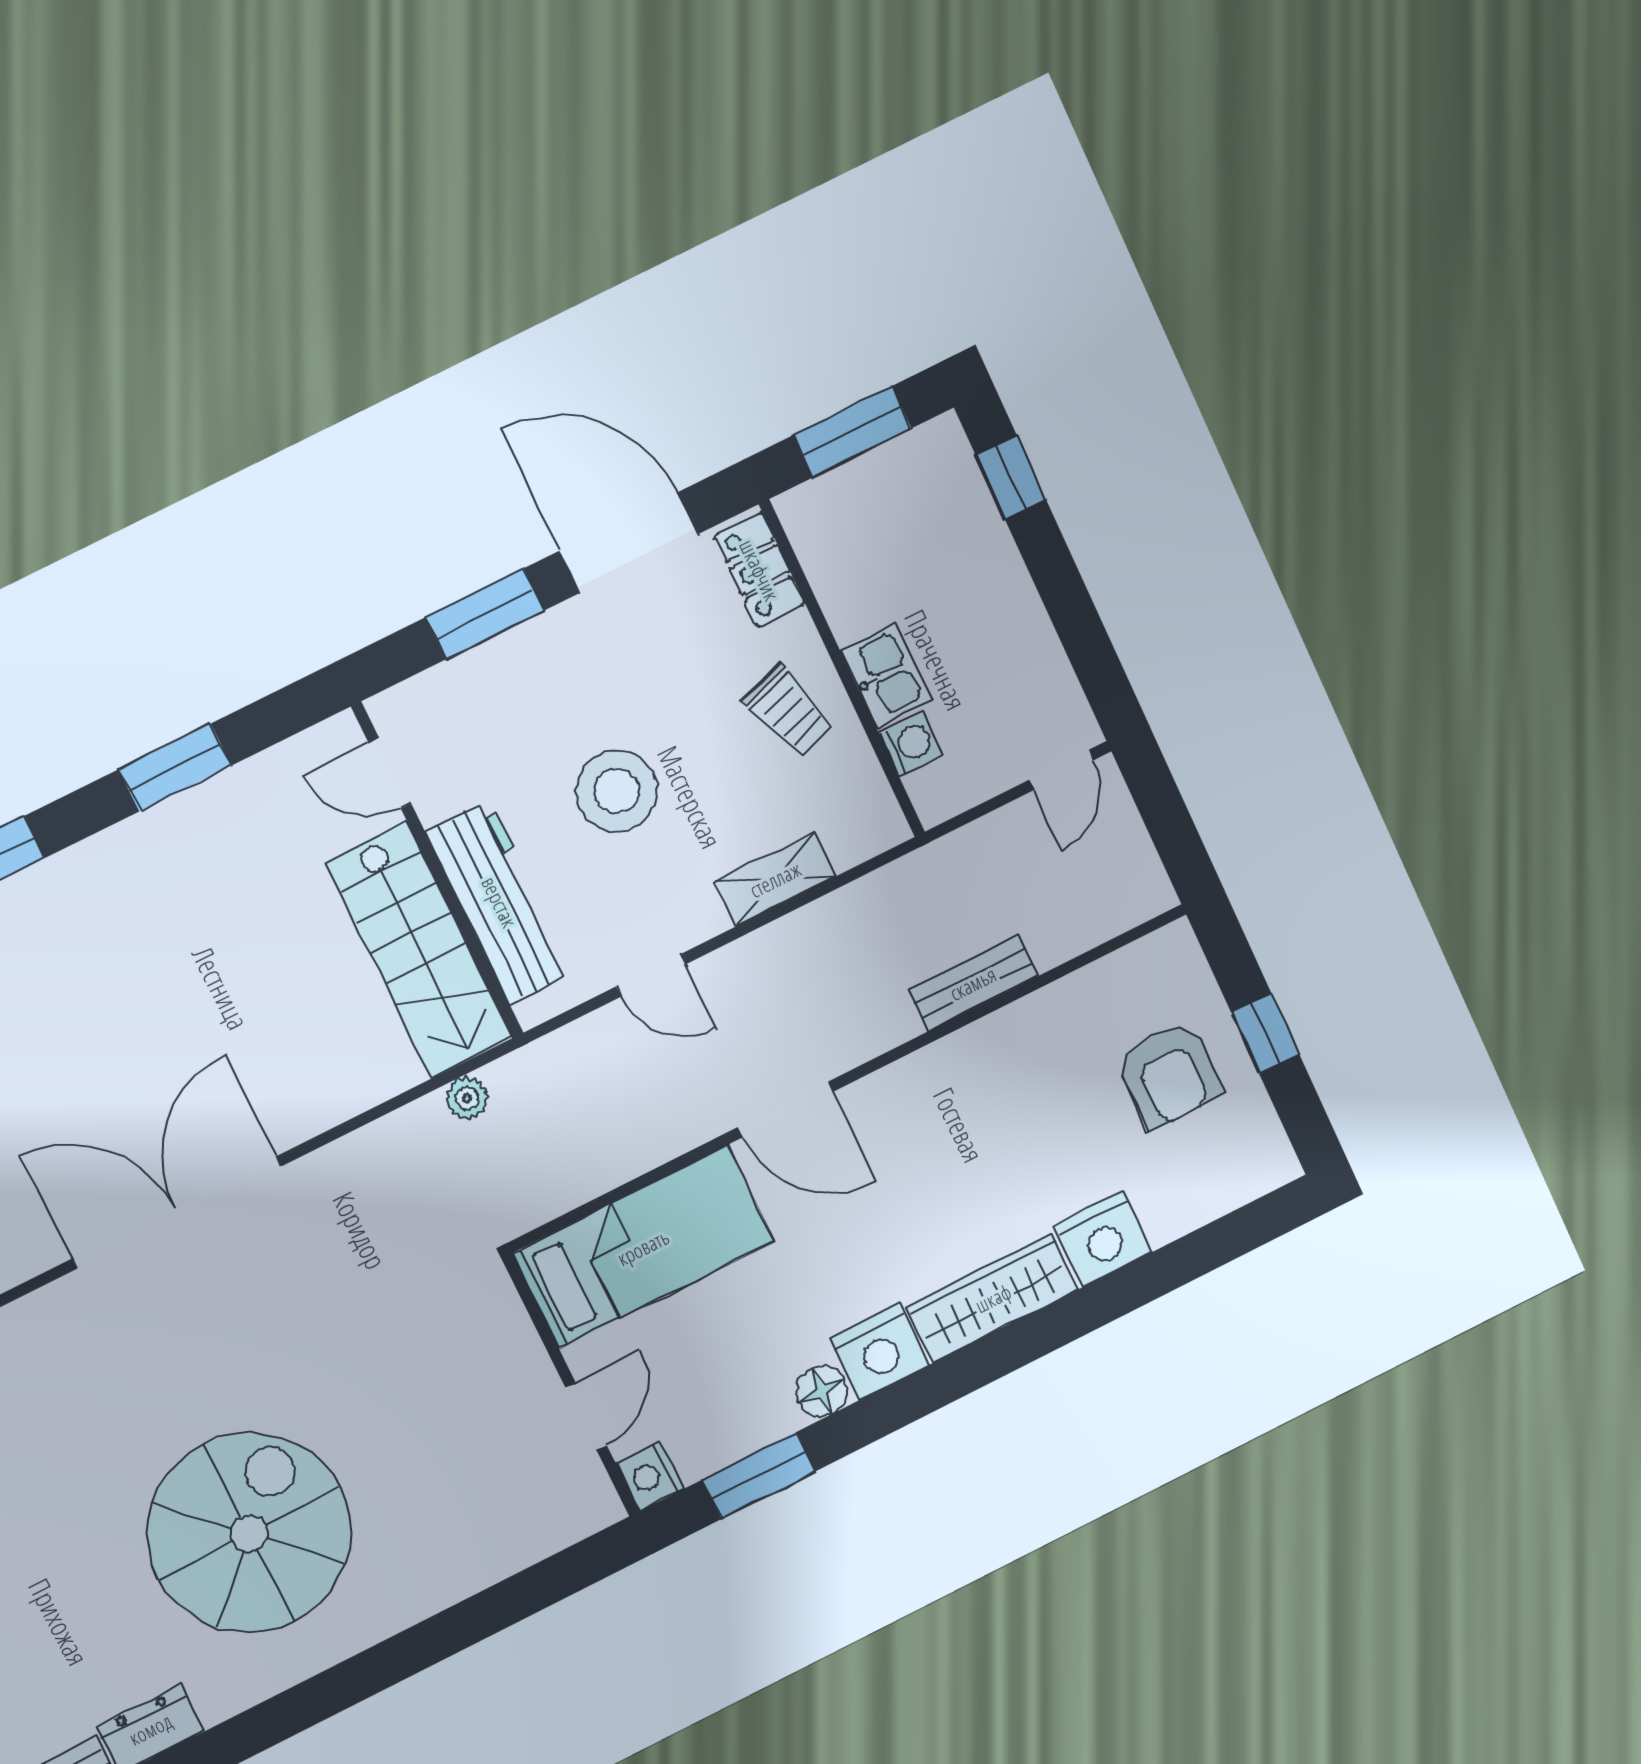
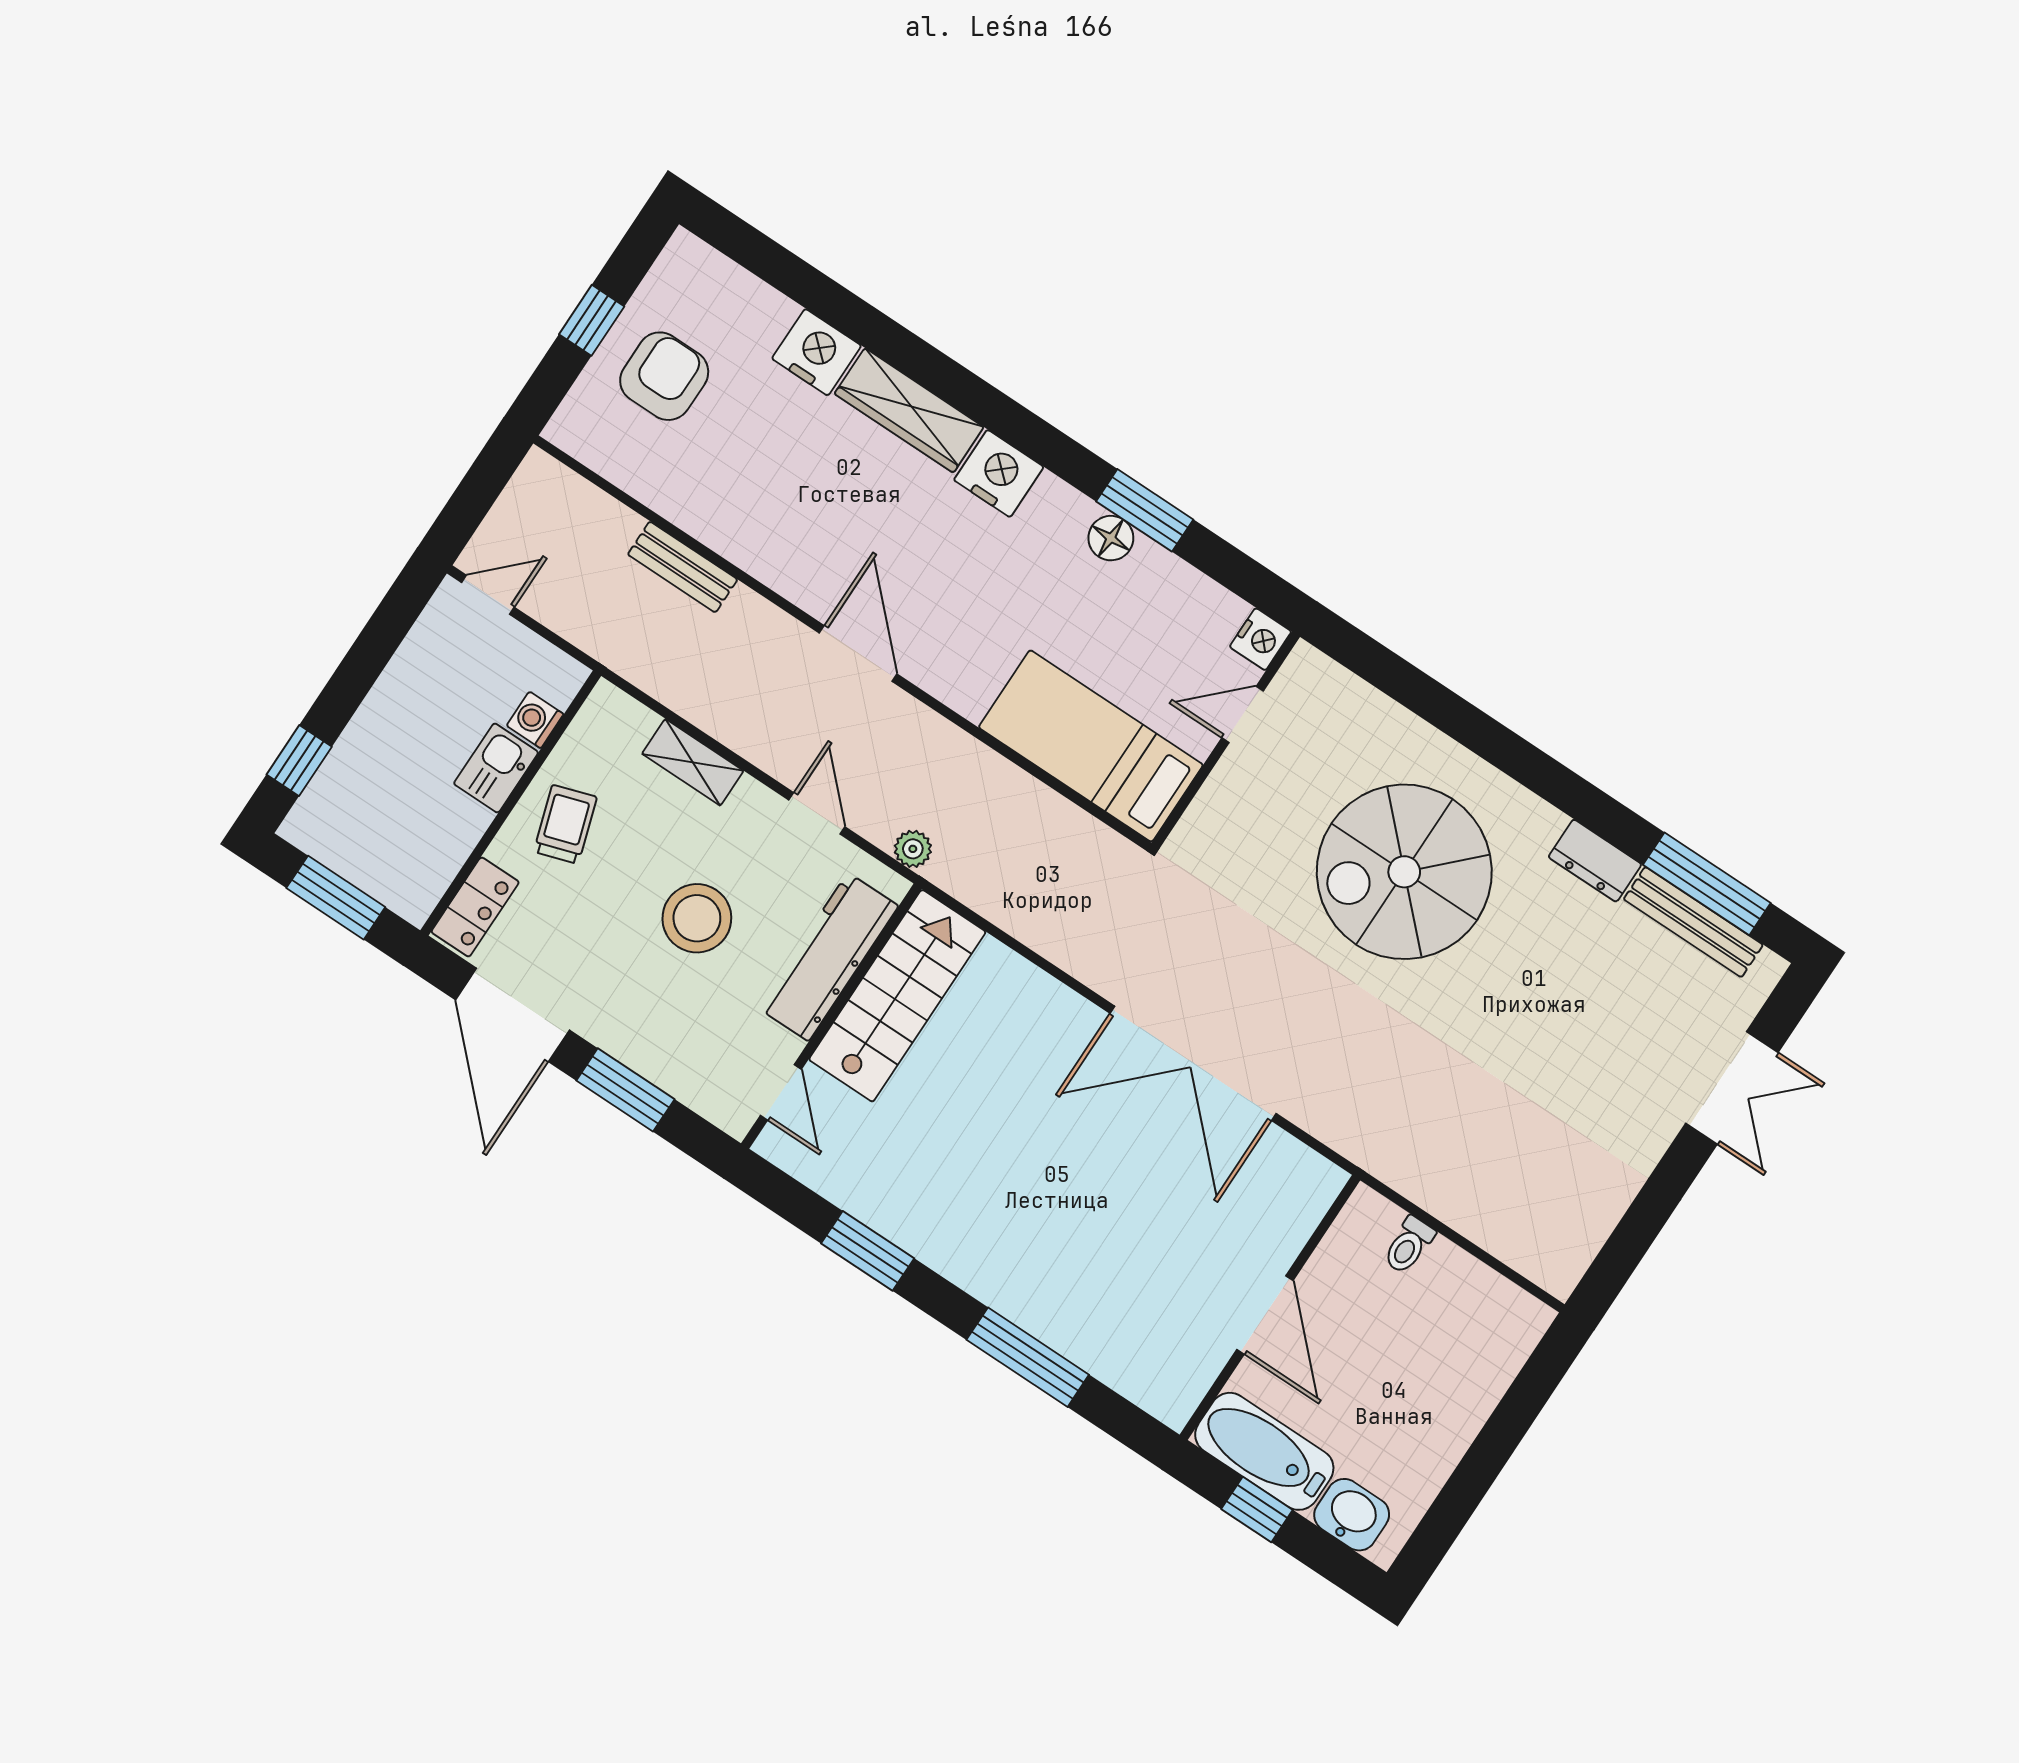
plant: (467, 1098) -> (913, 849), moved
bed: (643, 1247) -> (1091, 746), moved
wall: (571, 1386) -> (1226, 740), moved
floor lamp: (822, 1391) -> (1111, 538), moved
door: (586, 1416) -> (1243, 714), moved
nightstand: (650, 1476) -> (1261, 639), moved

